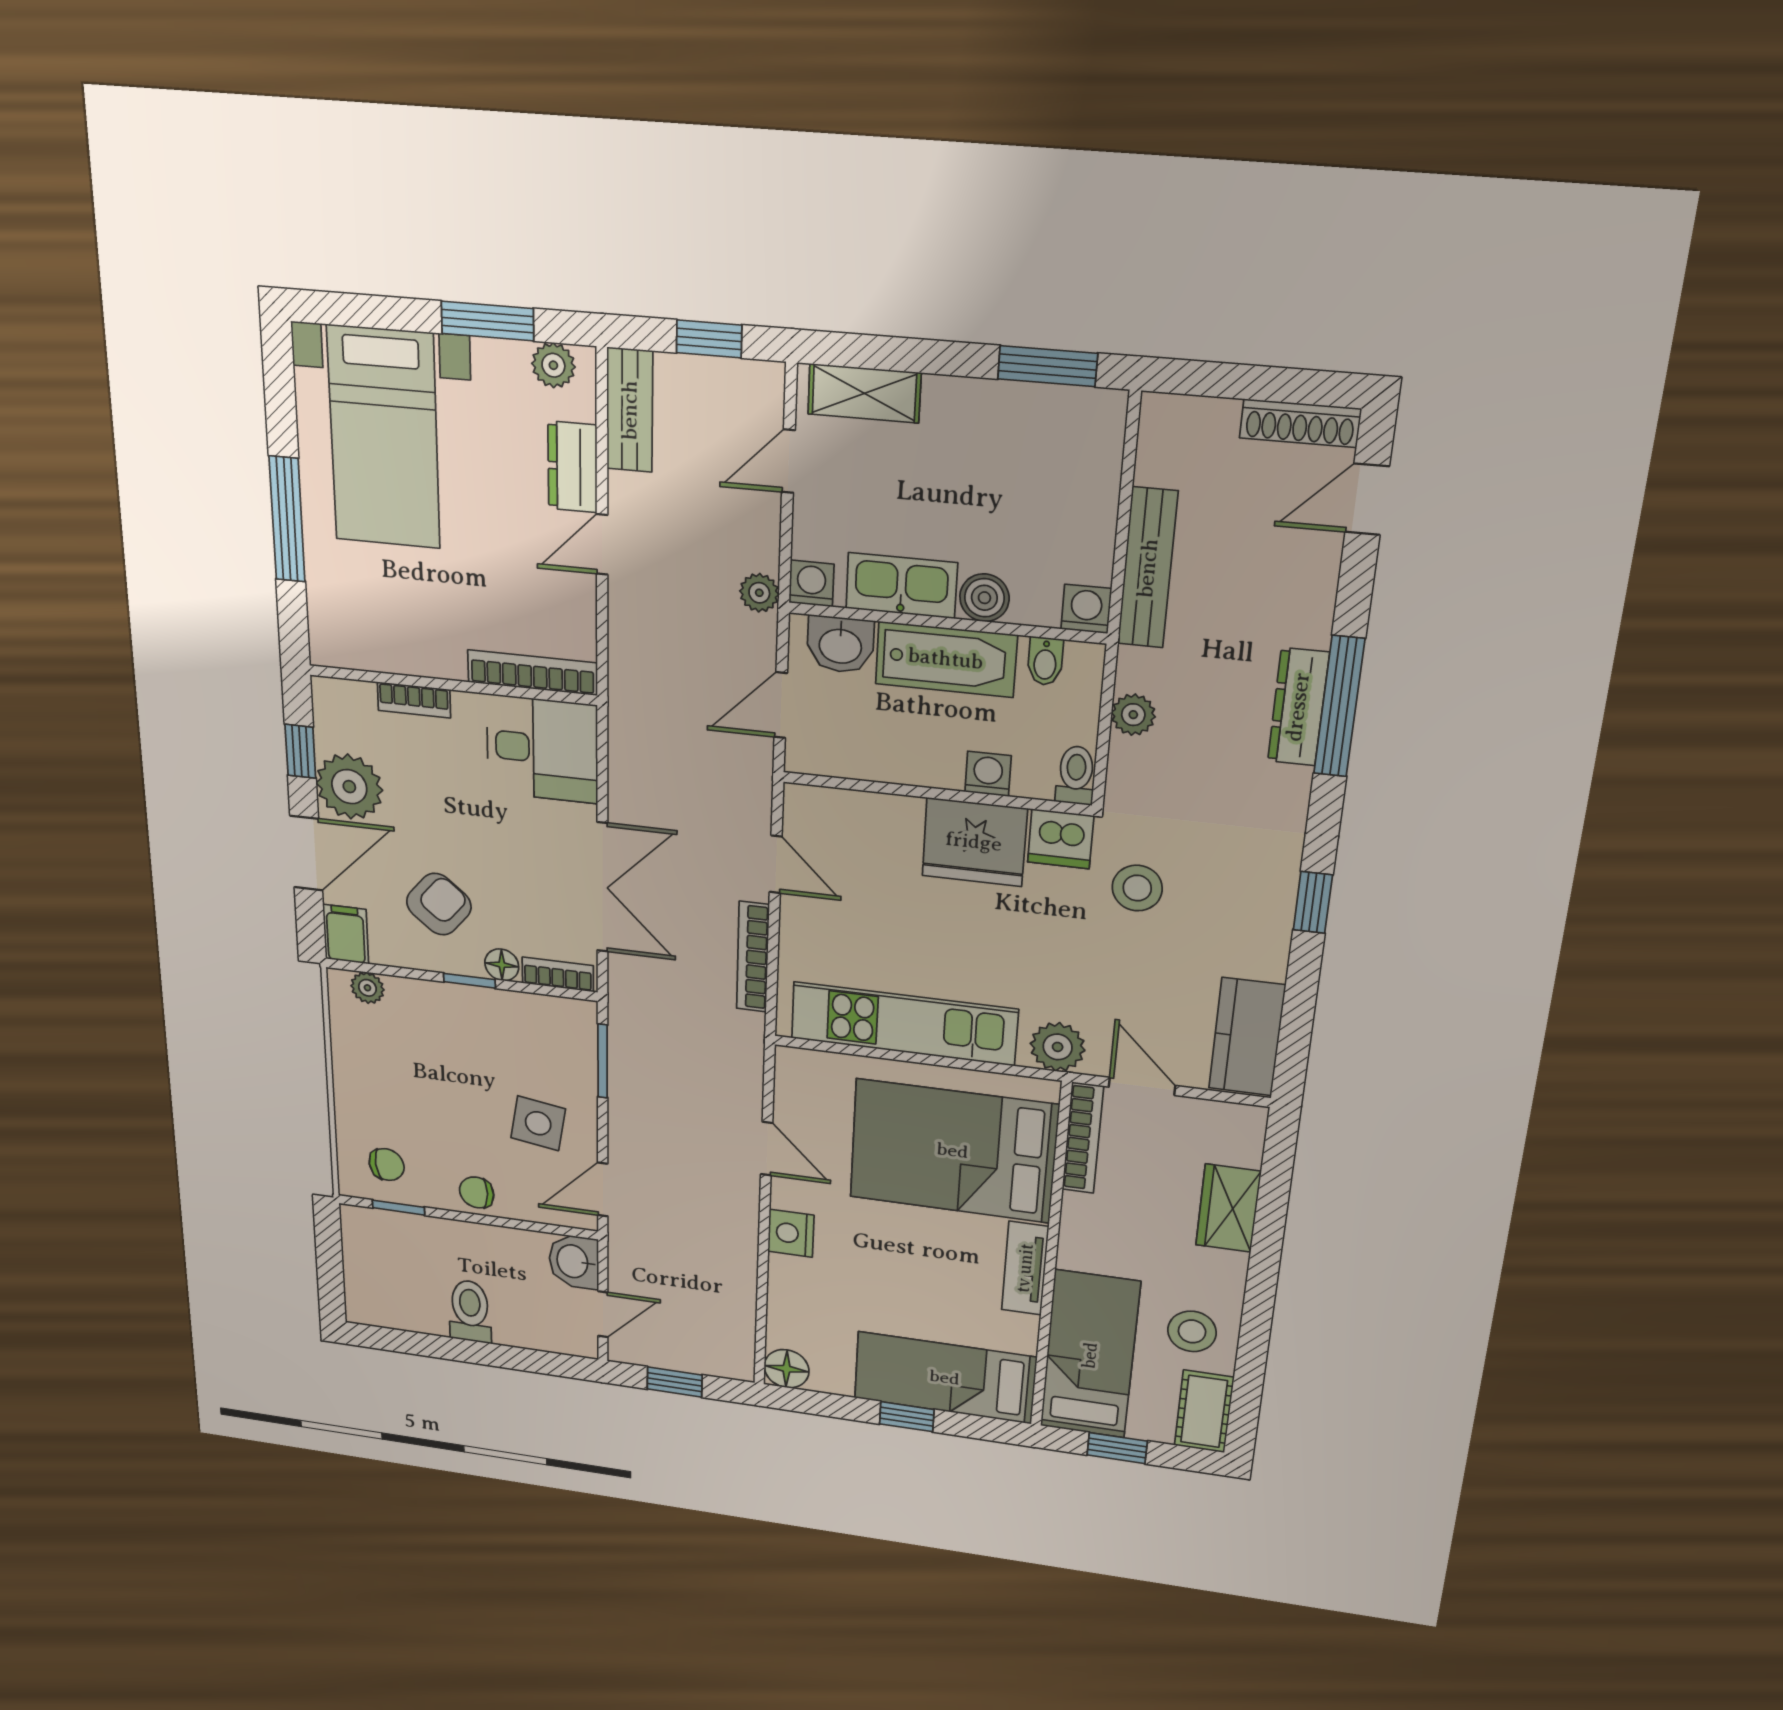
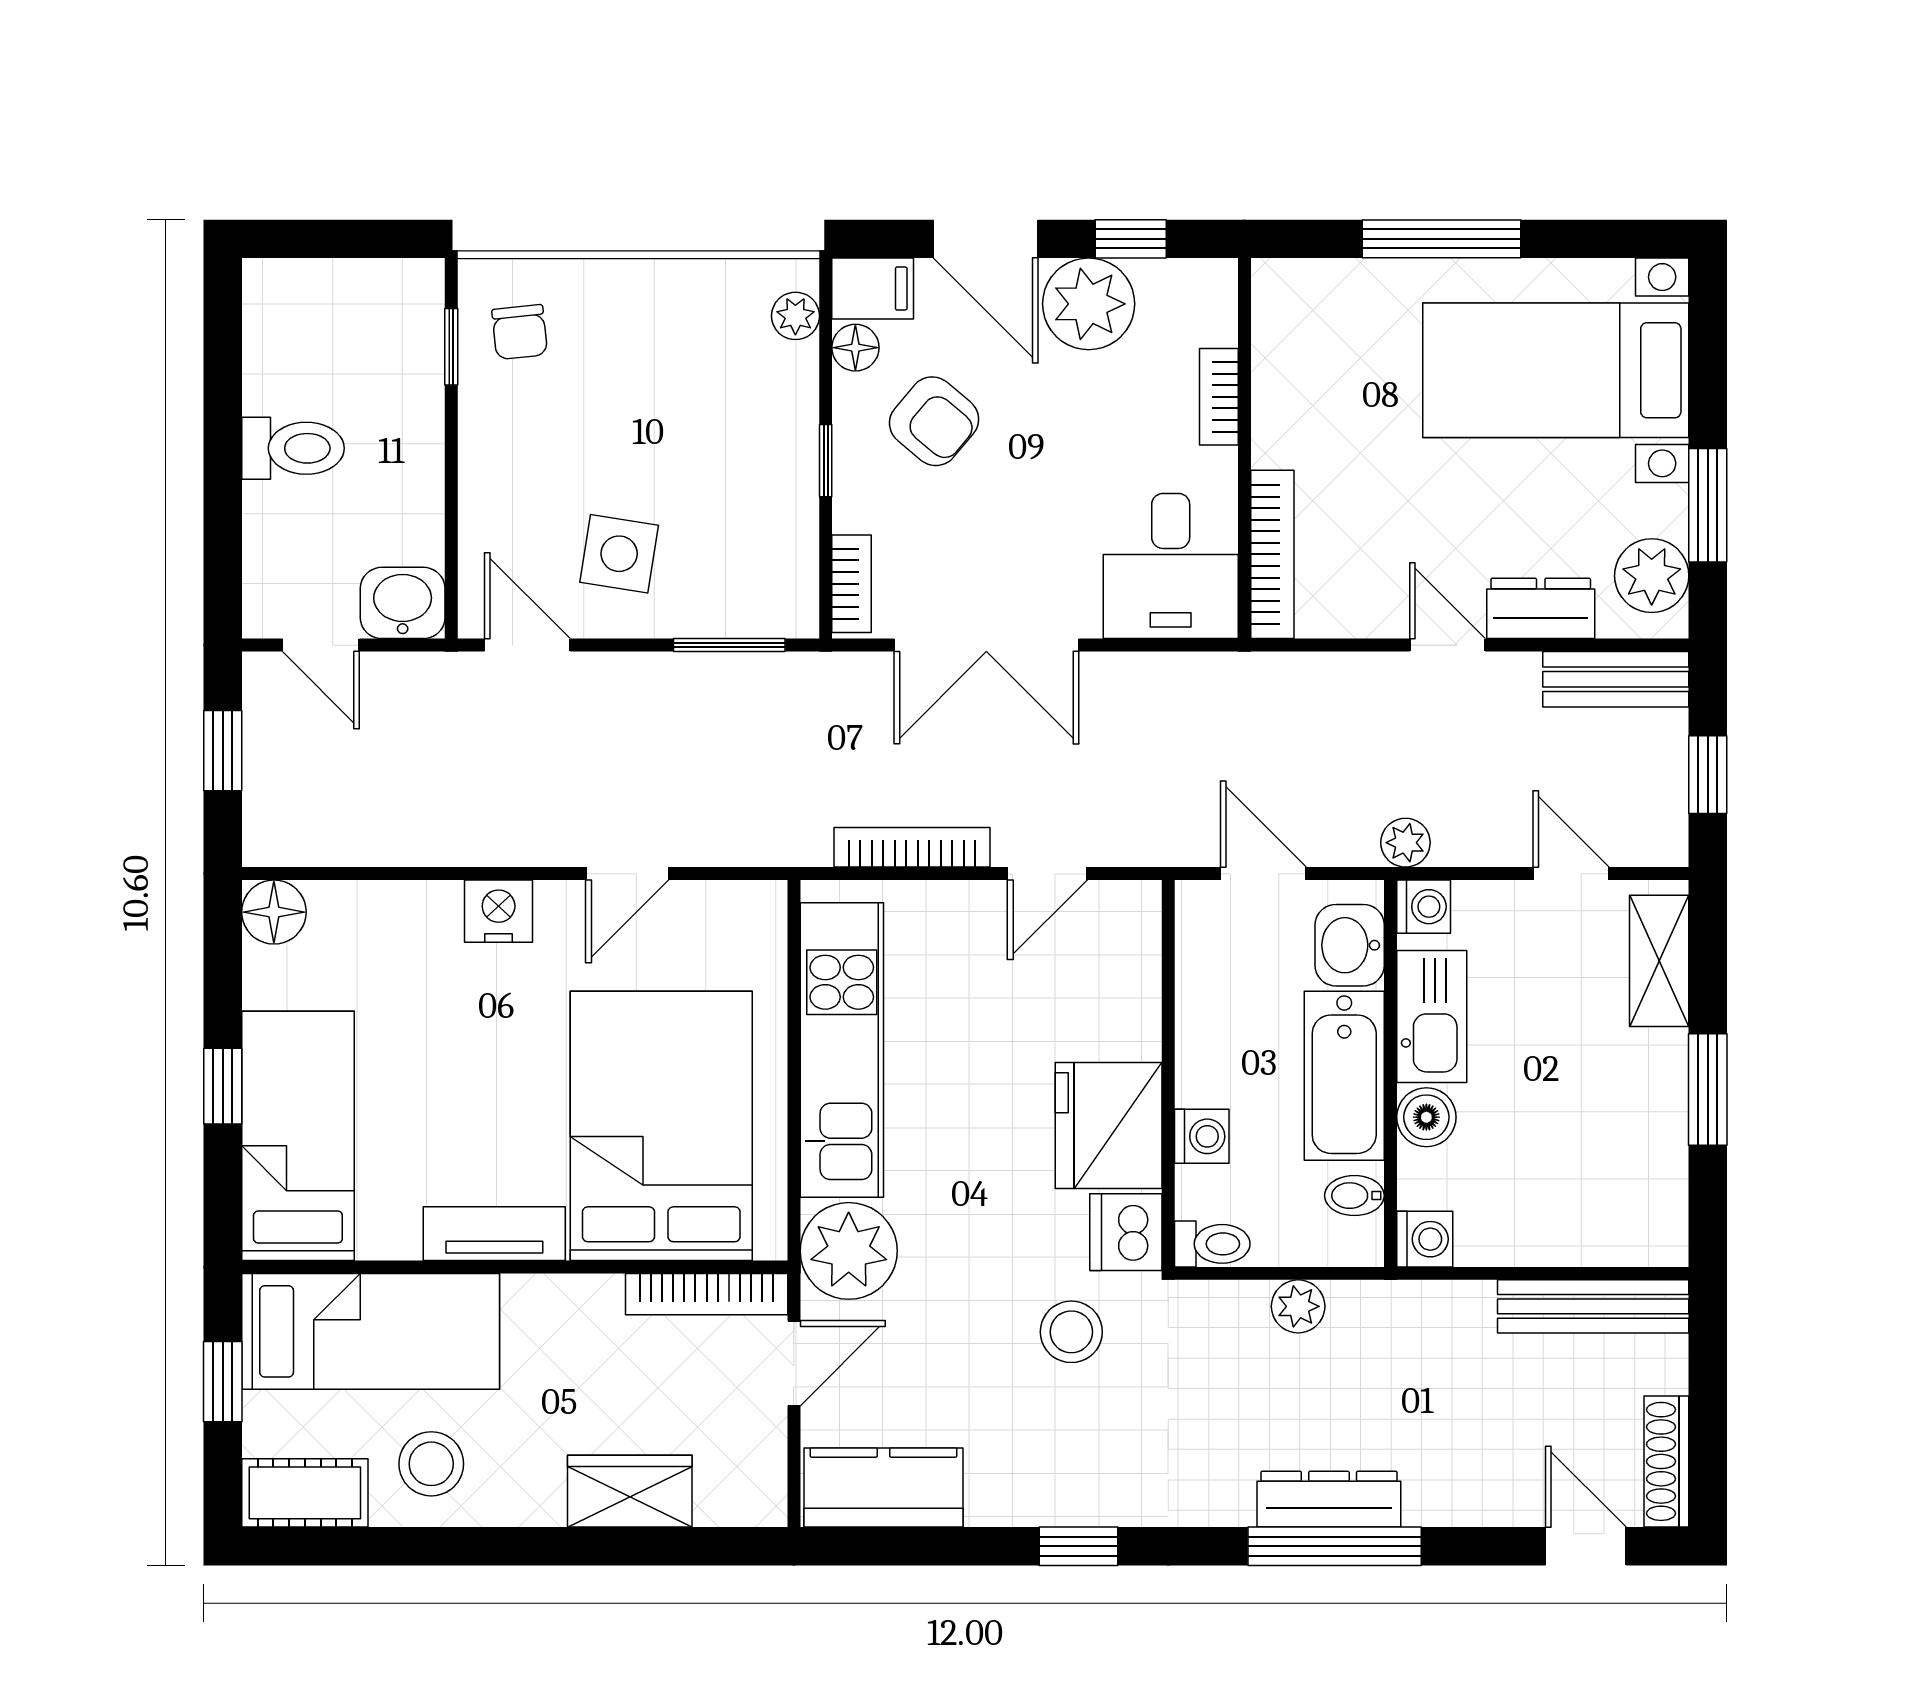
plant: (553, 365) -> (1652, 576), width x1.38, depth x1.38
window: (1048, 366) -> (1708, 1090), moved
bench: (1148, 568) -> (1593, 1306), moved
floor lamp: (502, 965) -> (855, 348), moved
plant: (1058, 1047) -> (849, 1251), width x1.36, depth x1.36
chair: (477, 1192) -> (494, 463), removed

